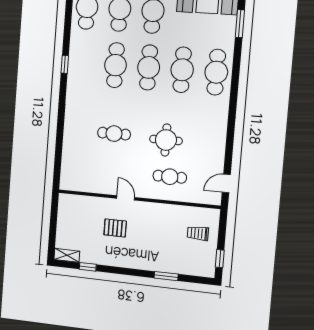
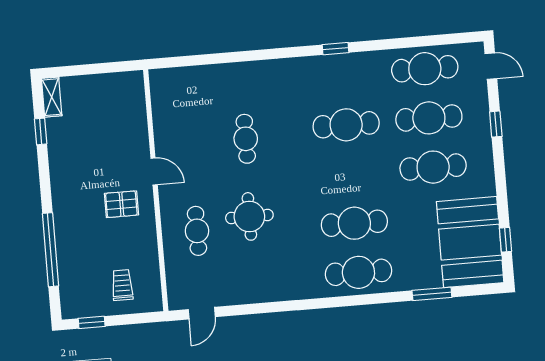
cafe table: (149, 67) -> (350, 174), removed
door: (226, 183) -> (202, 313), swing flipped
door: (126, 198) -> (154, 172), hinge flipped
pallet: (115, 228) -> (121, 204), moved, turned 90
window: (166, 276) -> (51, 250), width x2.11

